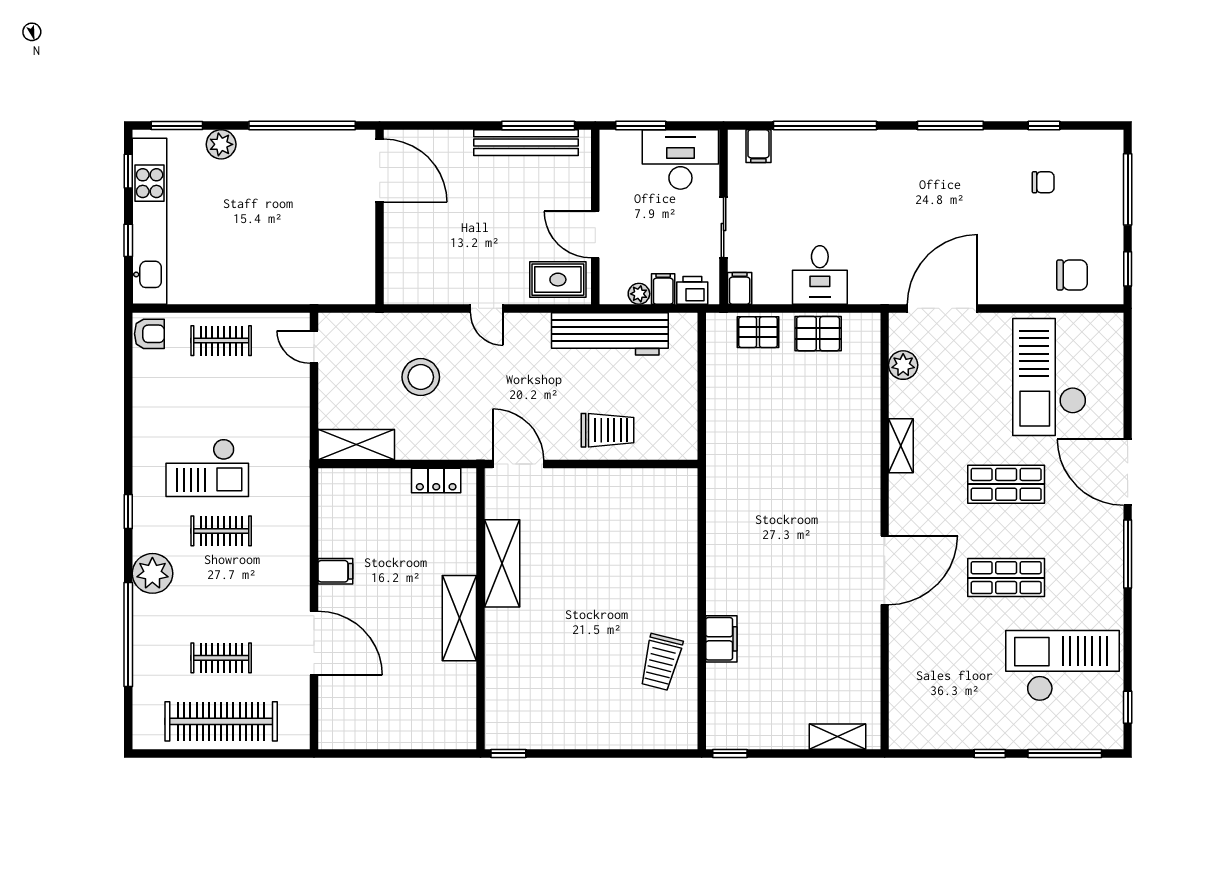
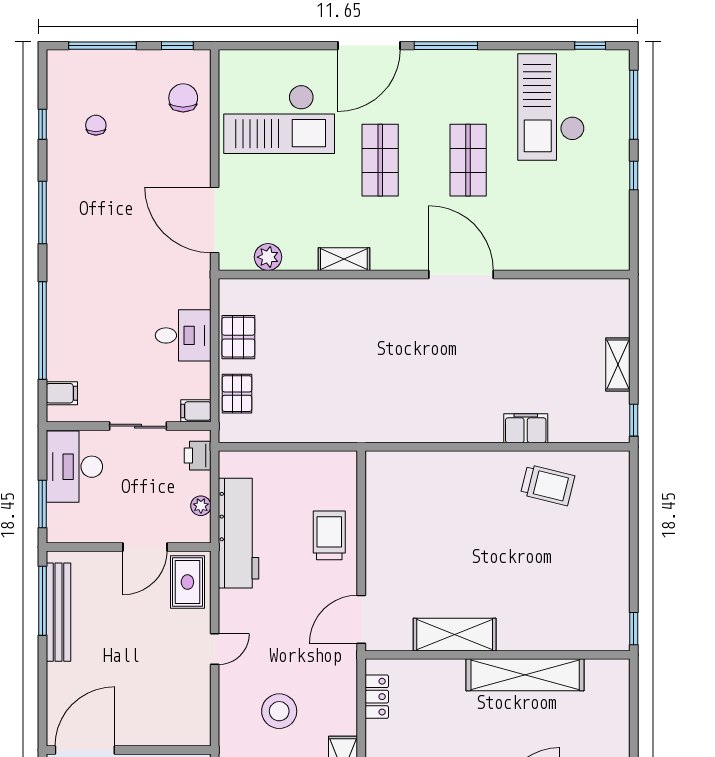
filing cabinet: (663, 289) -> (196, 483), removed
shelving: (459, 618) -> (525, 675), width x1.47
shelving: (838, 737) -> (618, 364), moved

